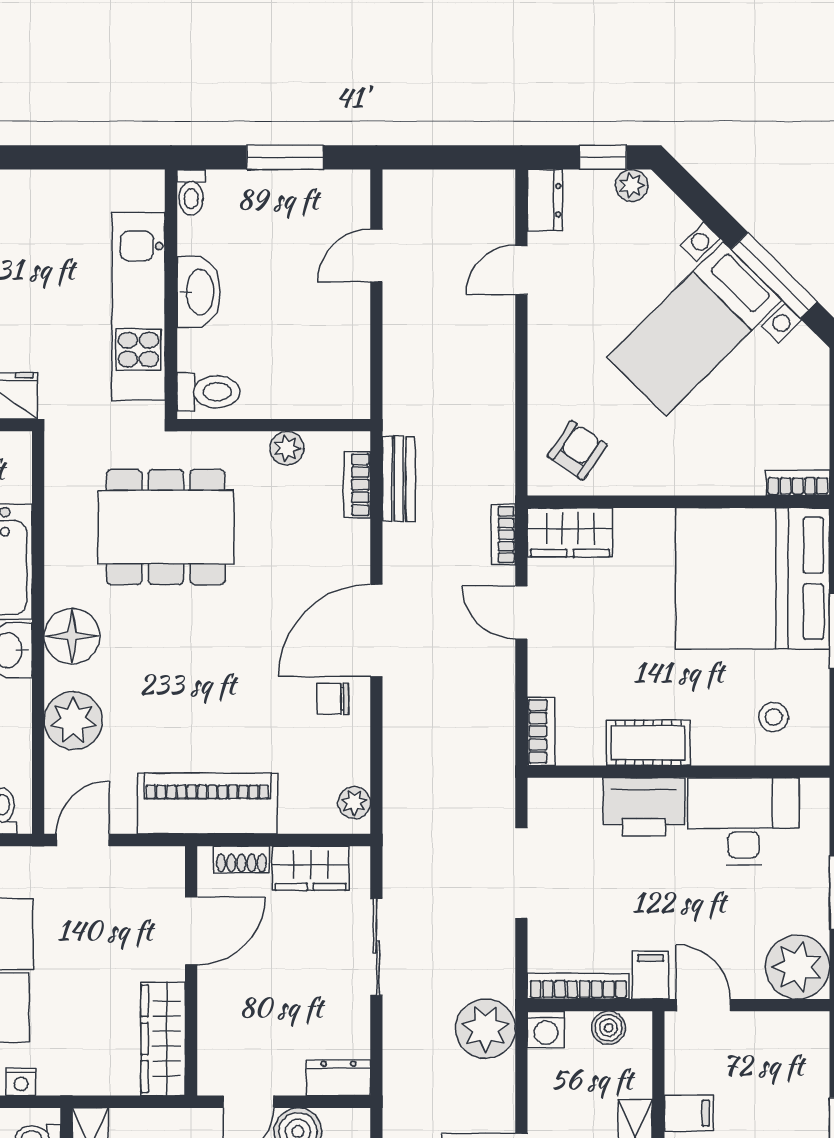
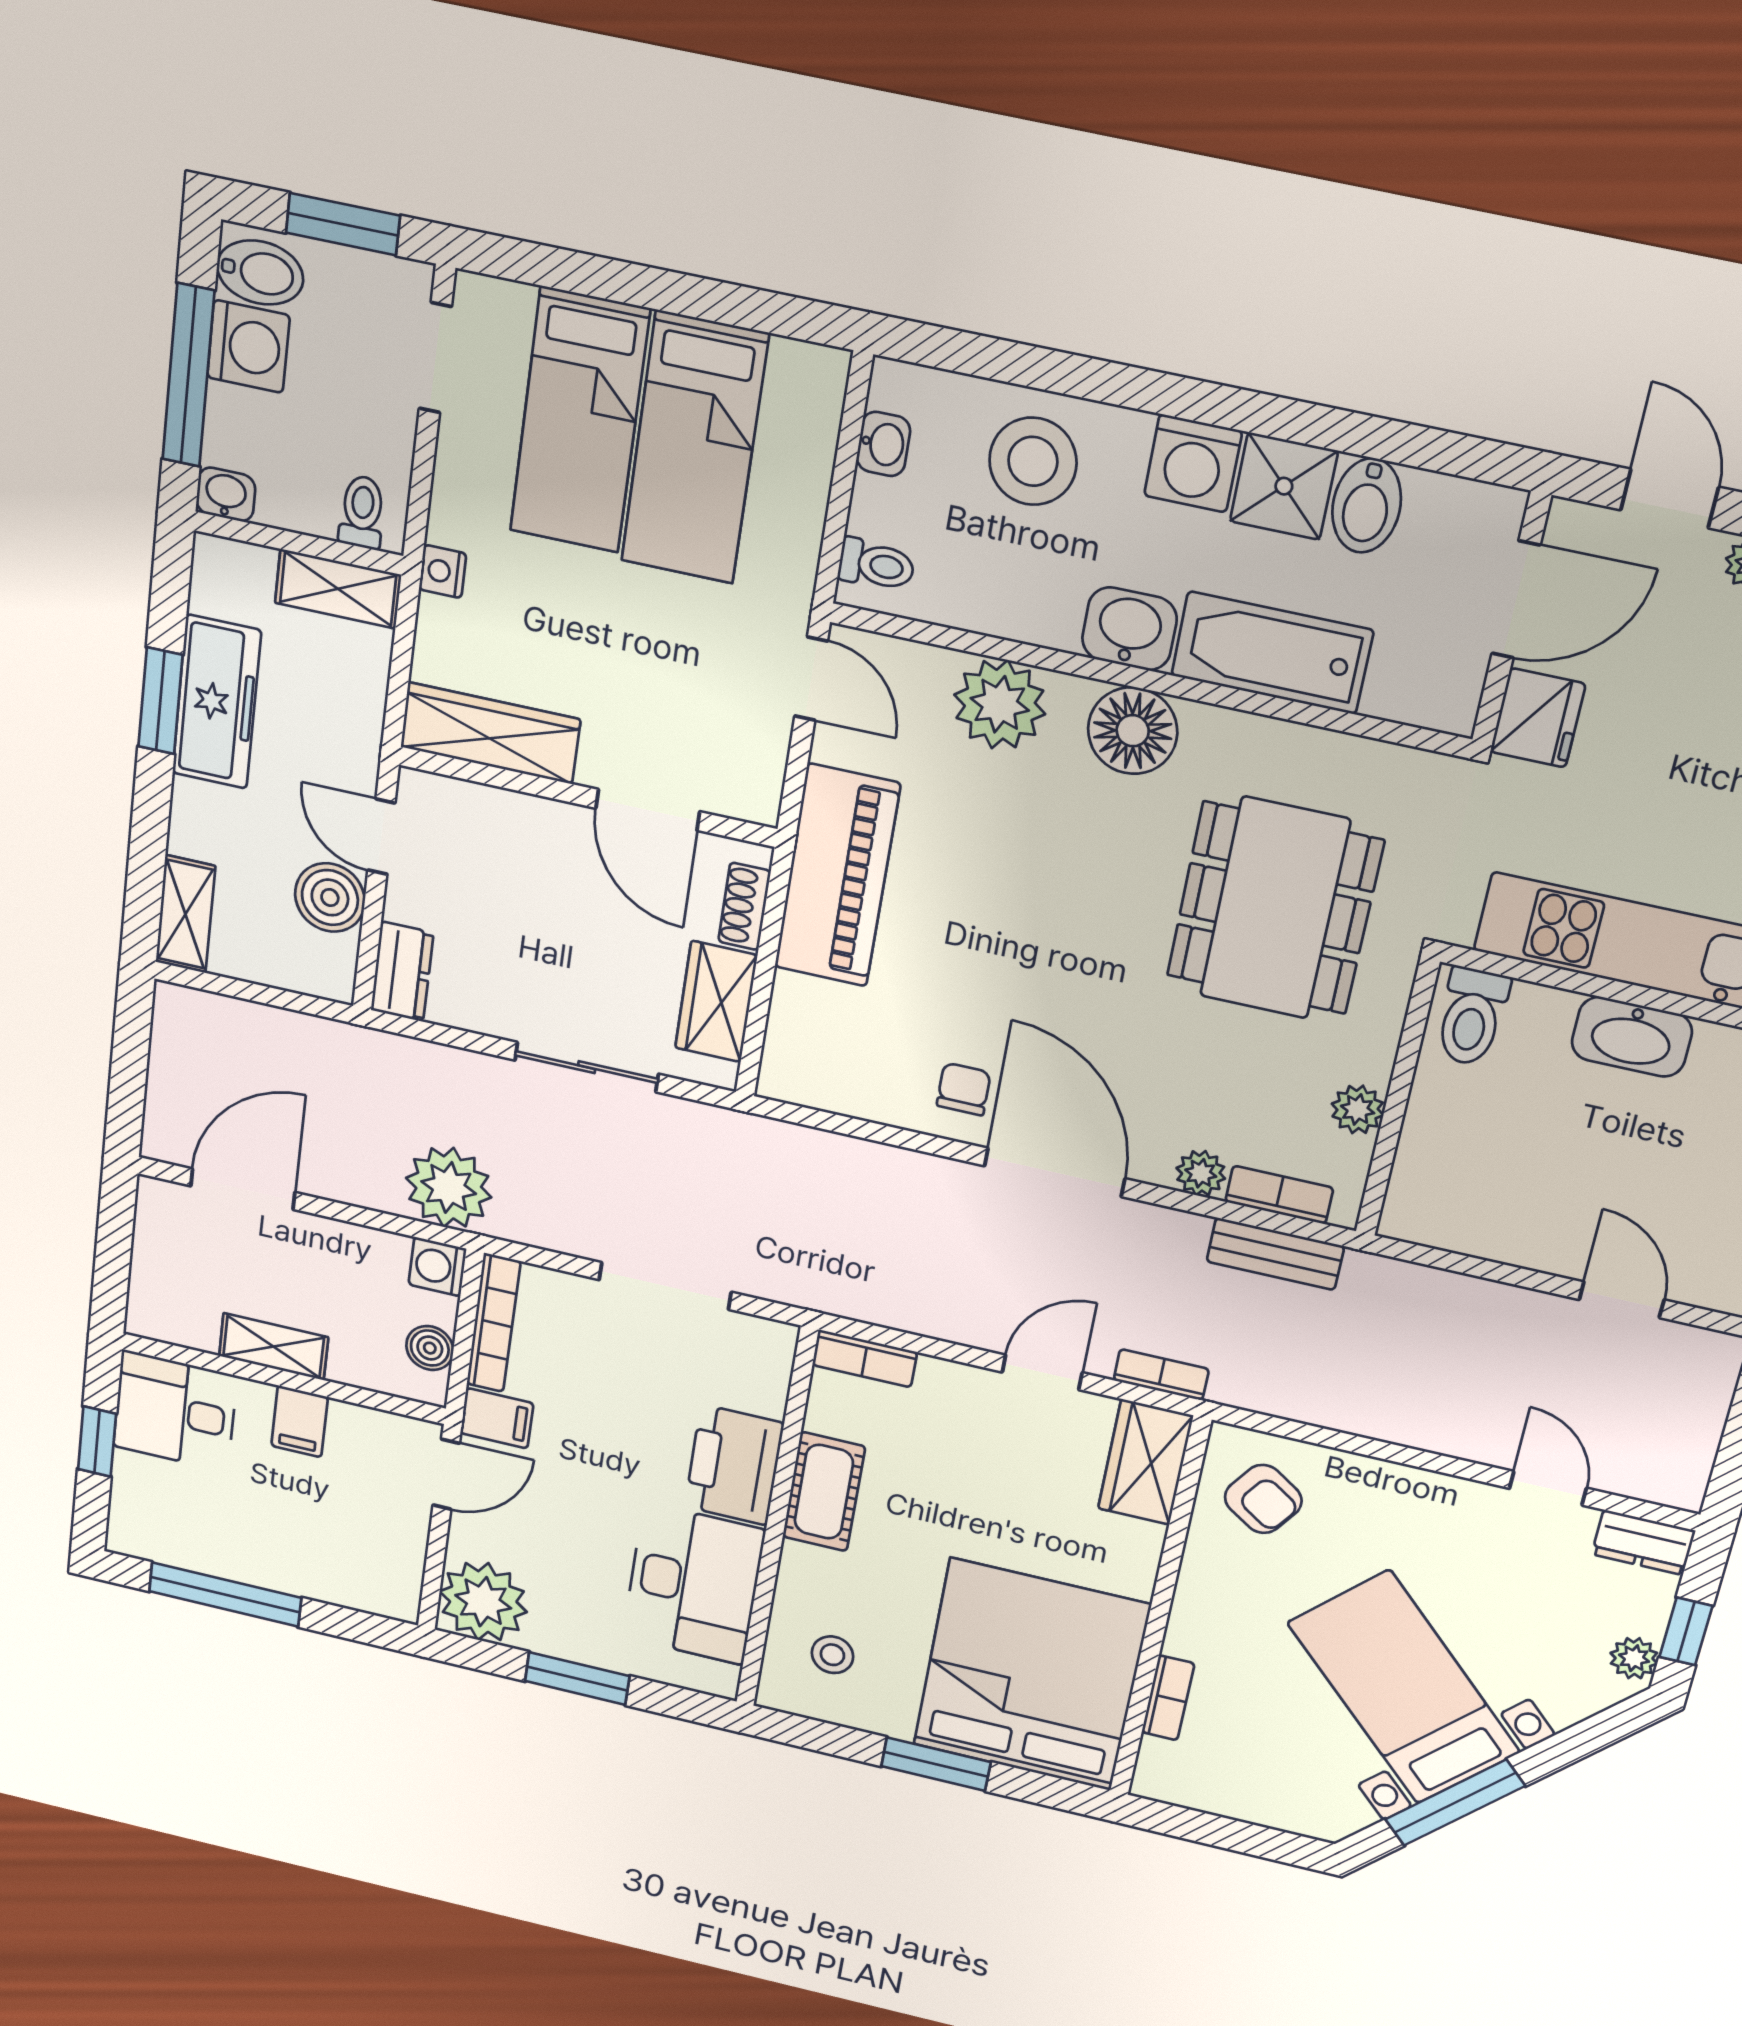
bookcase: (798, 483) -> (1168, 1698), moved
plant: (354, 802) -> (1201, 1173), moved
nightstand: (21, 1082) -> (443, 571), moved

